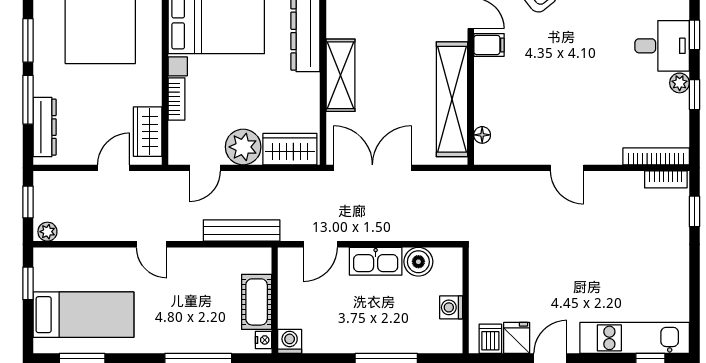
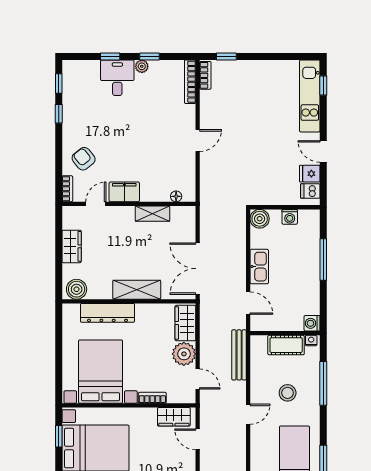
filing cabinet: (489, 45) -> (124, 192), width x2.00
shelving: (452, 99) -> (153, 214), width x0.45, depth x0.75
boiler: (418, 262) -> (260, 219), moved
stool: (184, 304) -> (288, 393), added

